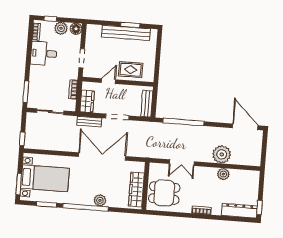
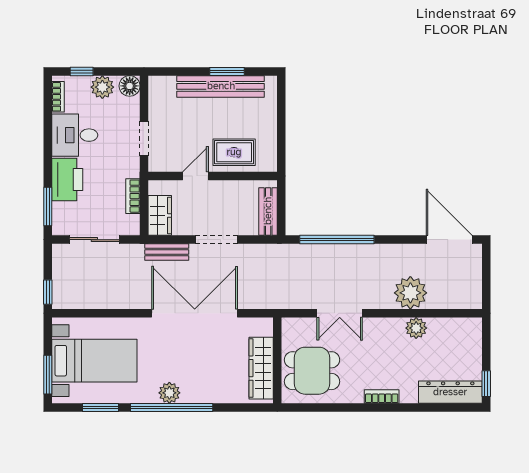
printer: (38, 78) -> (67, 179), added
plant: (100, 200) -> (169, 393), moved

